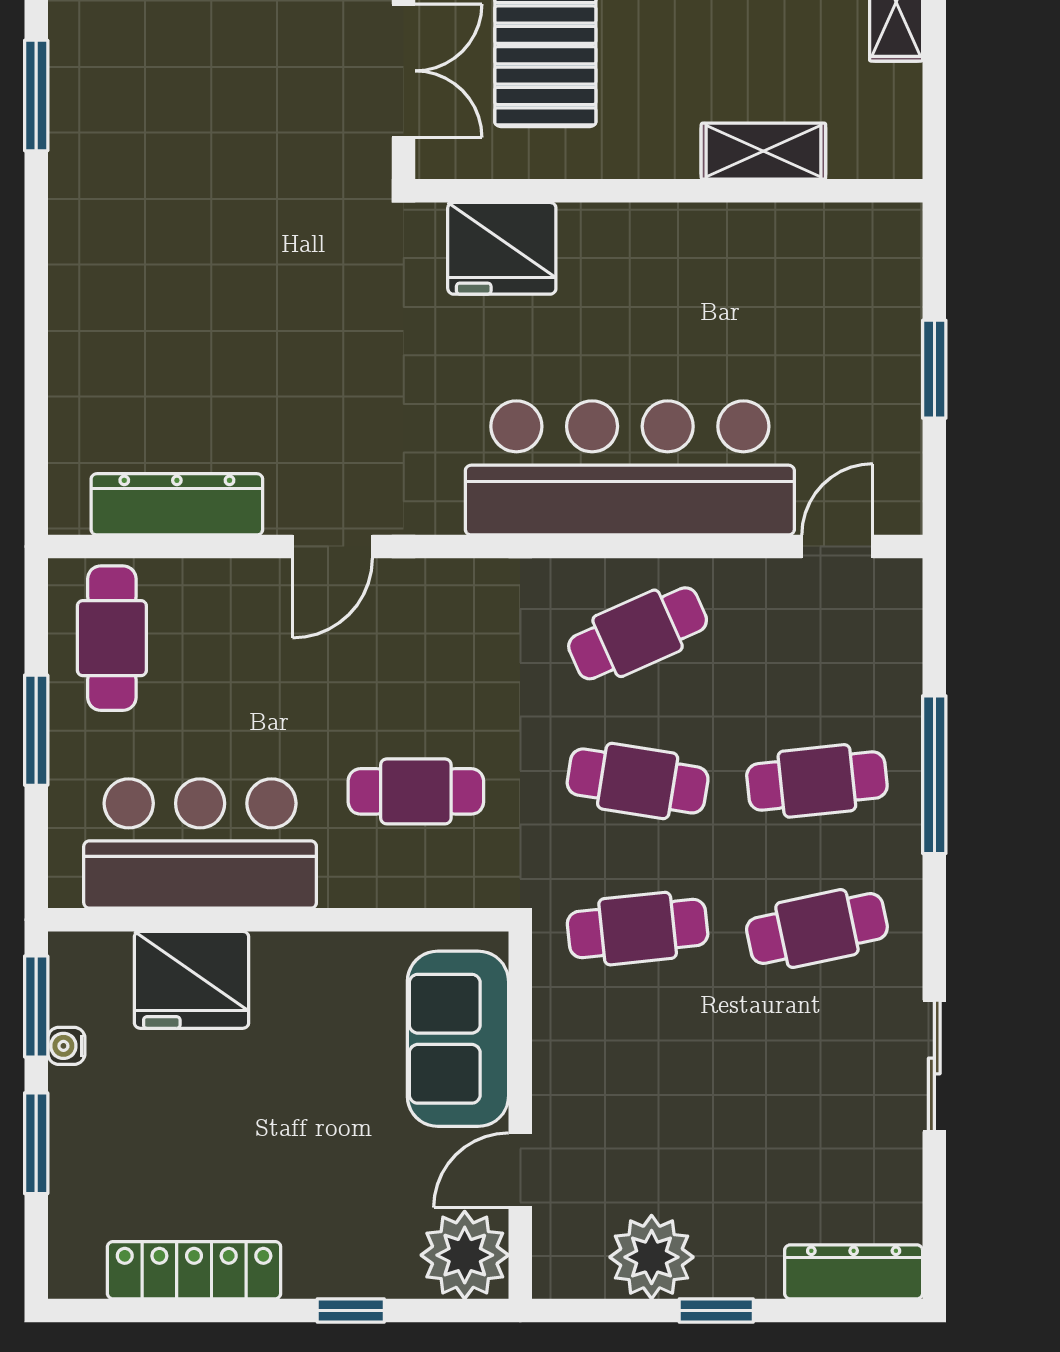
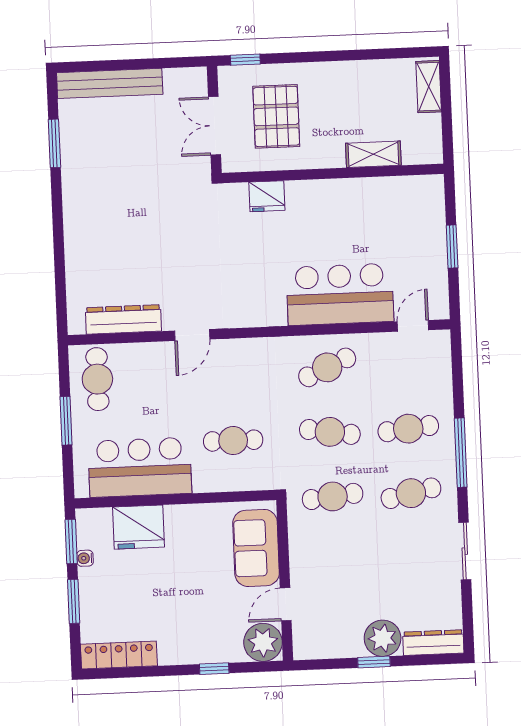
double door: (404, 71) -> (215, 126), swing flipped
fridge: (502, 248) -> (267, 196), width x0.73, depth x0.75
bar counter: (630, 468) -> (340, 294), width x0.73
window: (934, 775) -> (461, 453), moved
plant: (652, 1257) -> (383, 638), moved
locker: (194, 1270) -> (119, 655), moved

